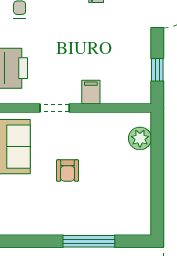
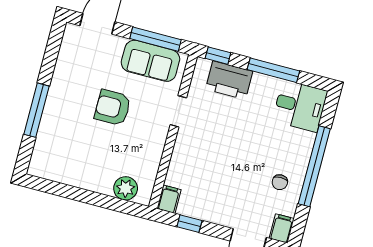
filing cabinet: (91, 92) -> (169, 199), moved, turned -90
armchair: (67, 170) -> (113, 108), width x1.38, depth x1.38

